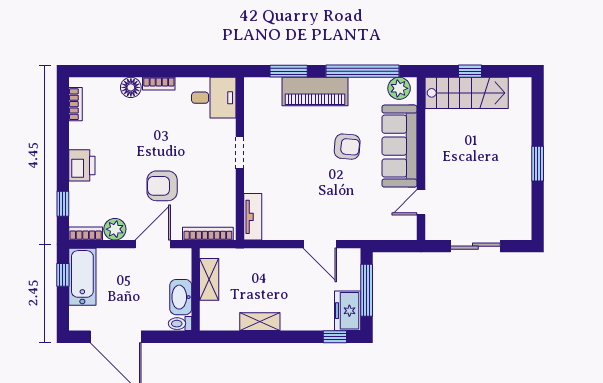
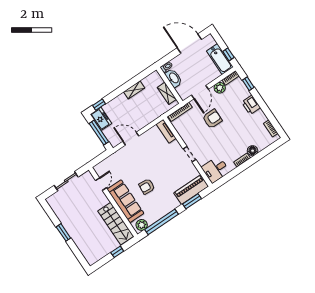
piano: (315, 91) -> (191, 190), moved
stairs: (467, 93) -> (116, 224), moved, turned -90

